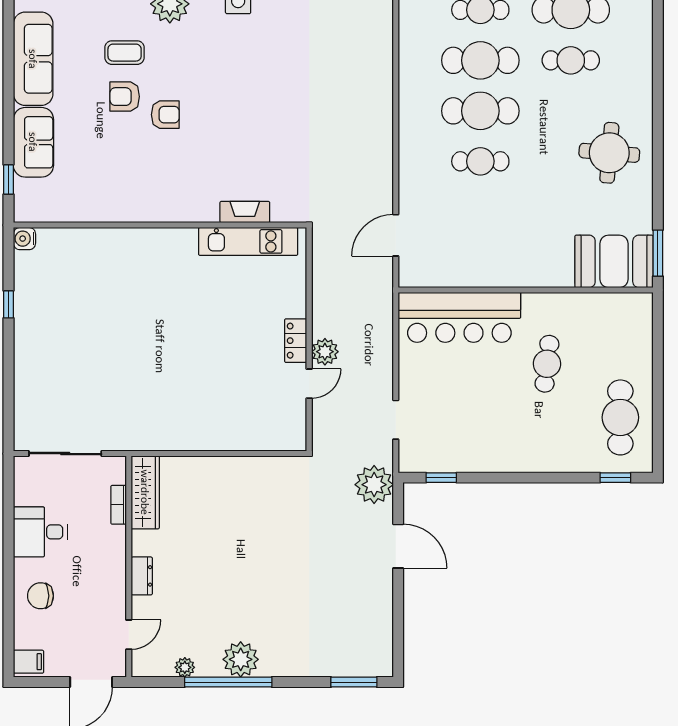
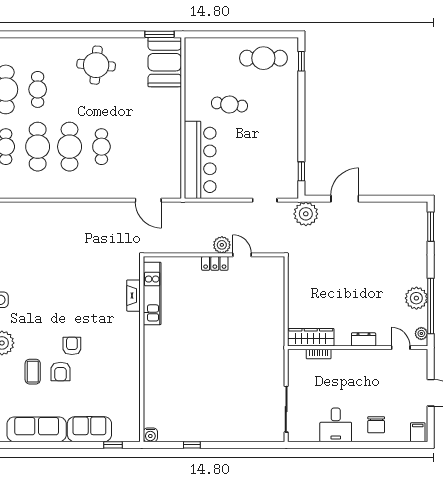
wardrobe: (145, 492) -> (311, 337), moved
bookcase: (119, 505) -> (319, 354), moved
wall: (129, 567) -> (358, 348), moved
dresser: (142, 576) -> (364, 339), moved
door: (129, 635) -> (401, 348), moved

